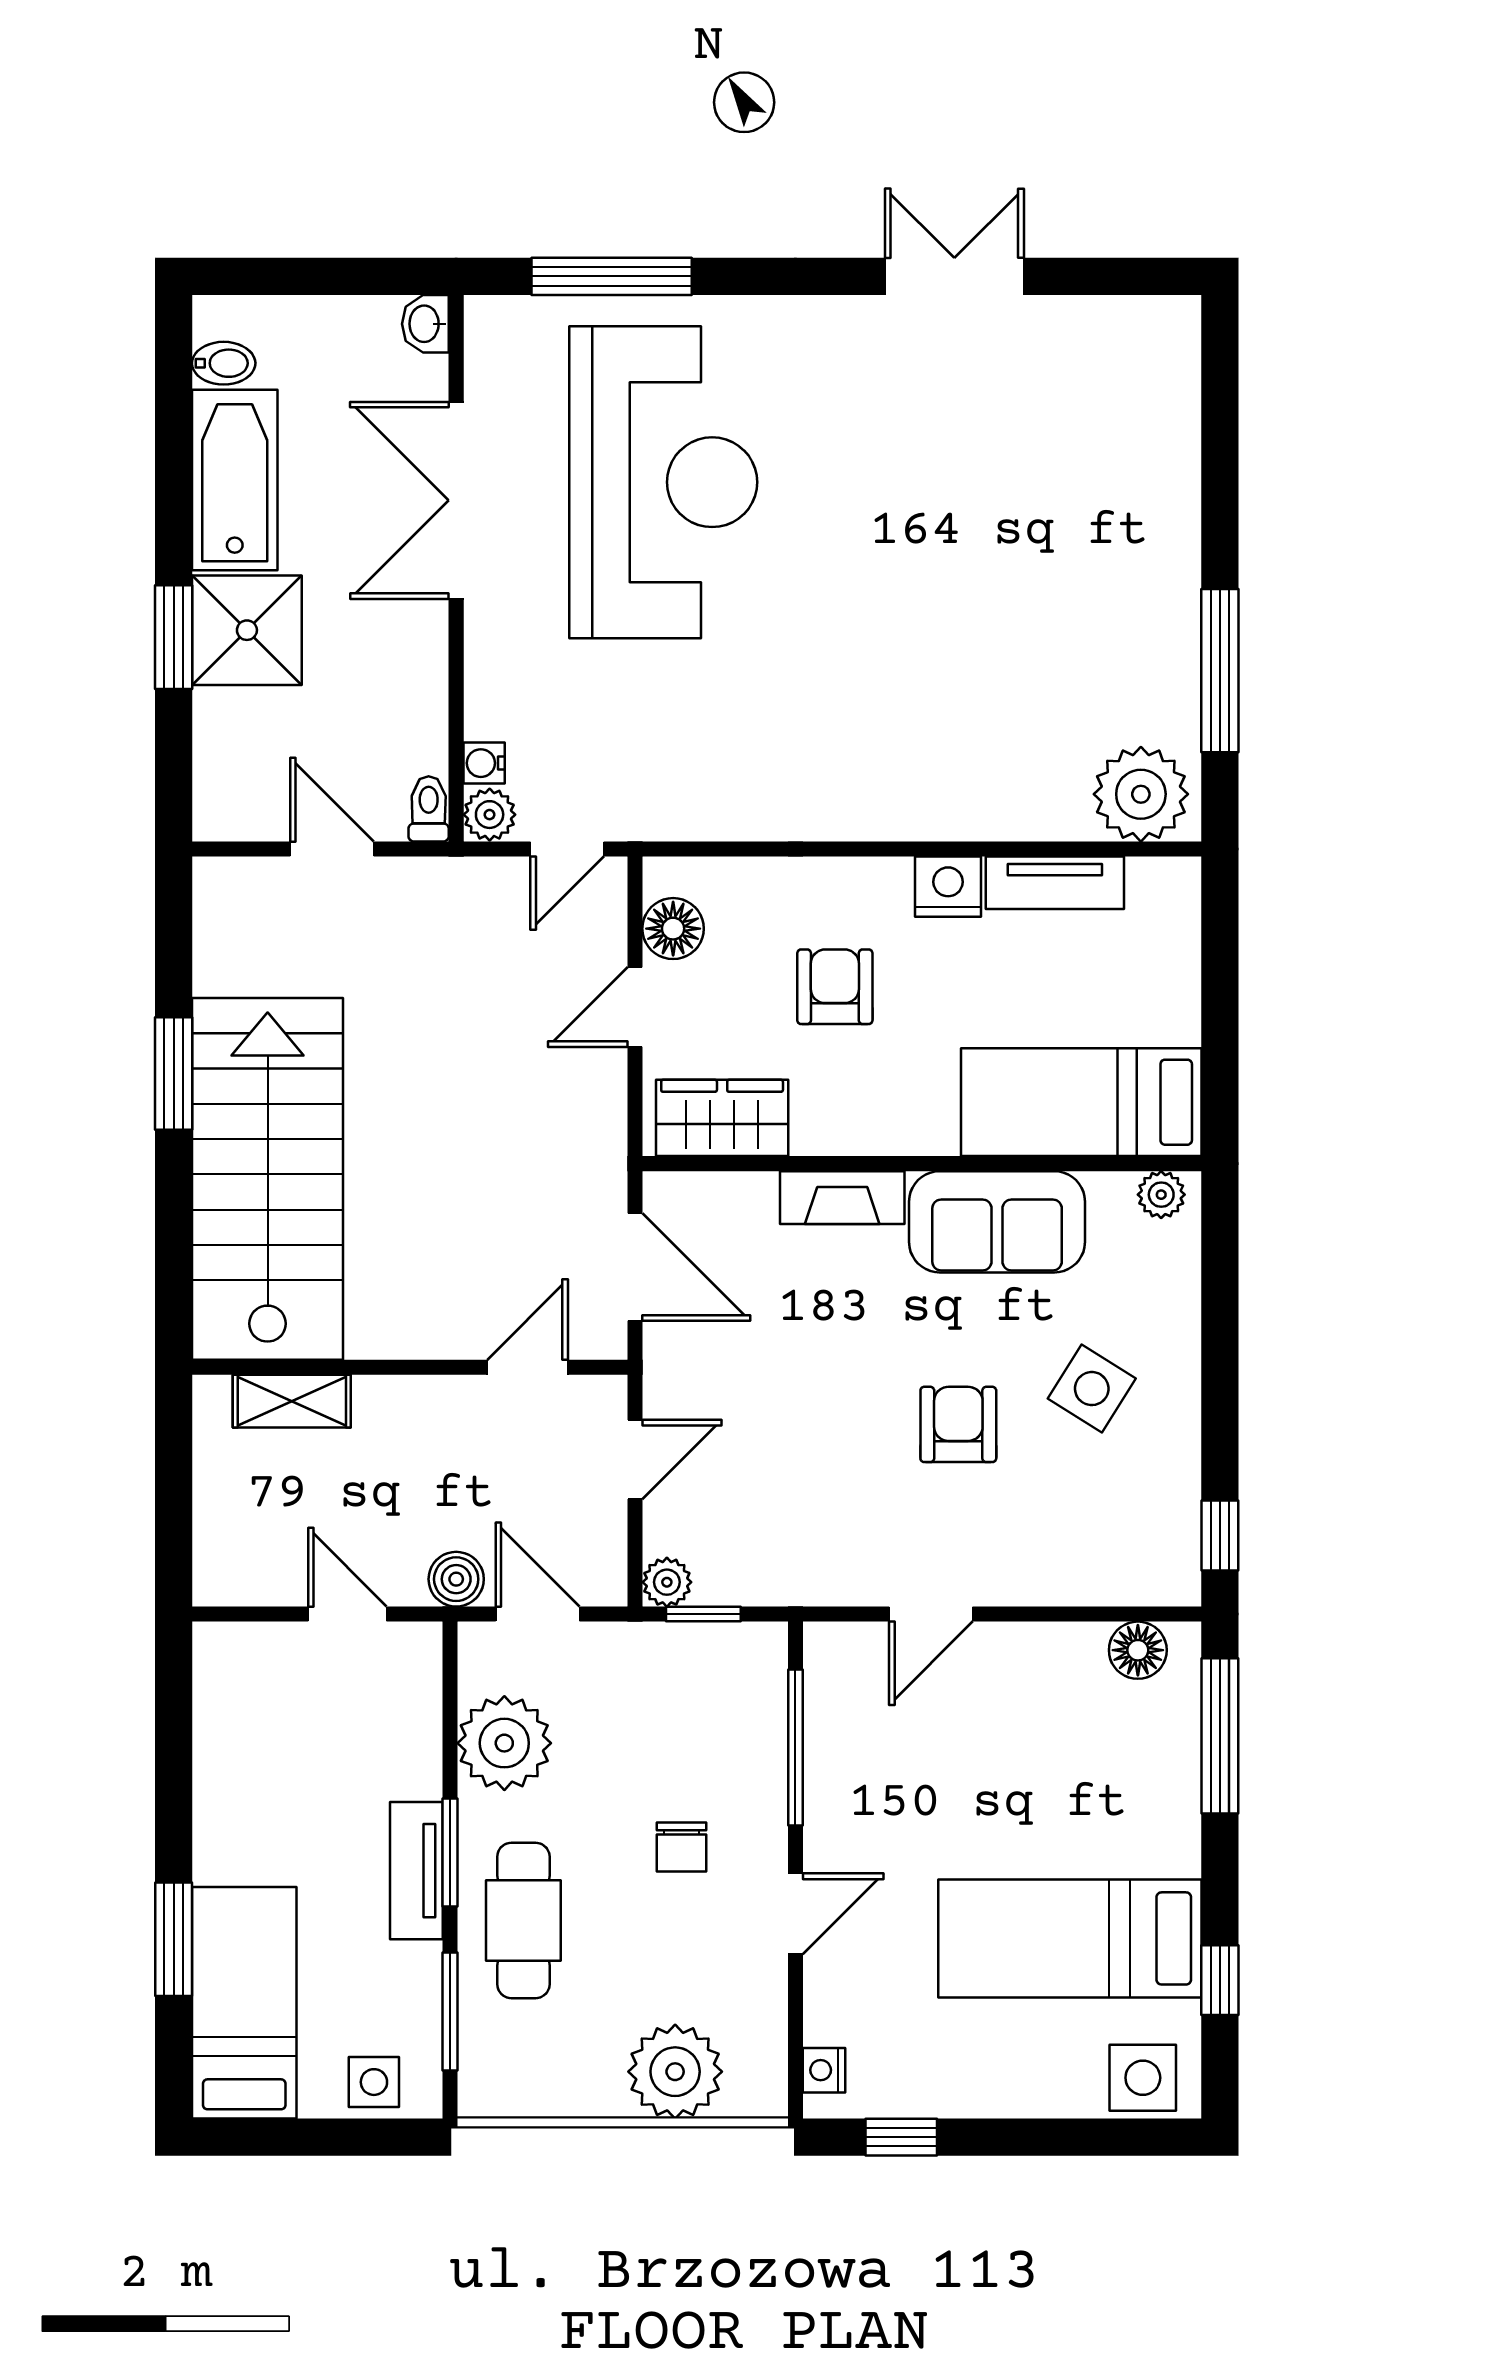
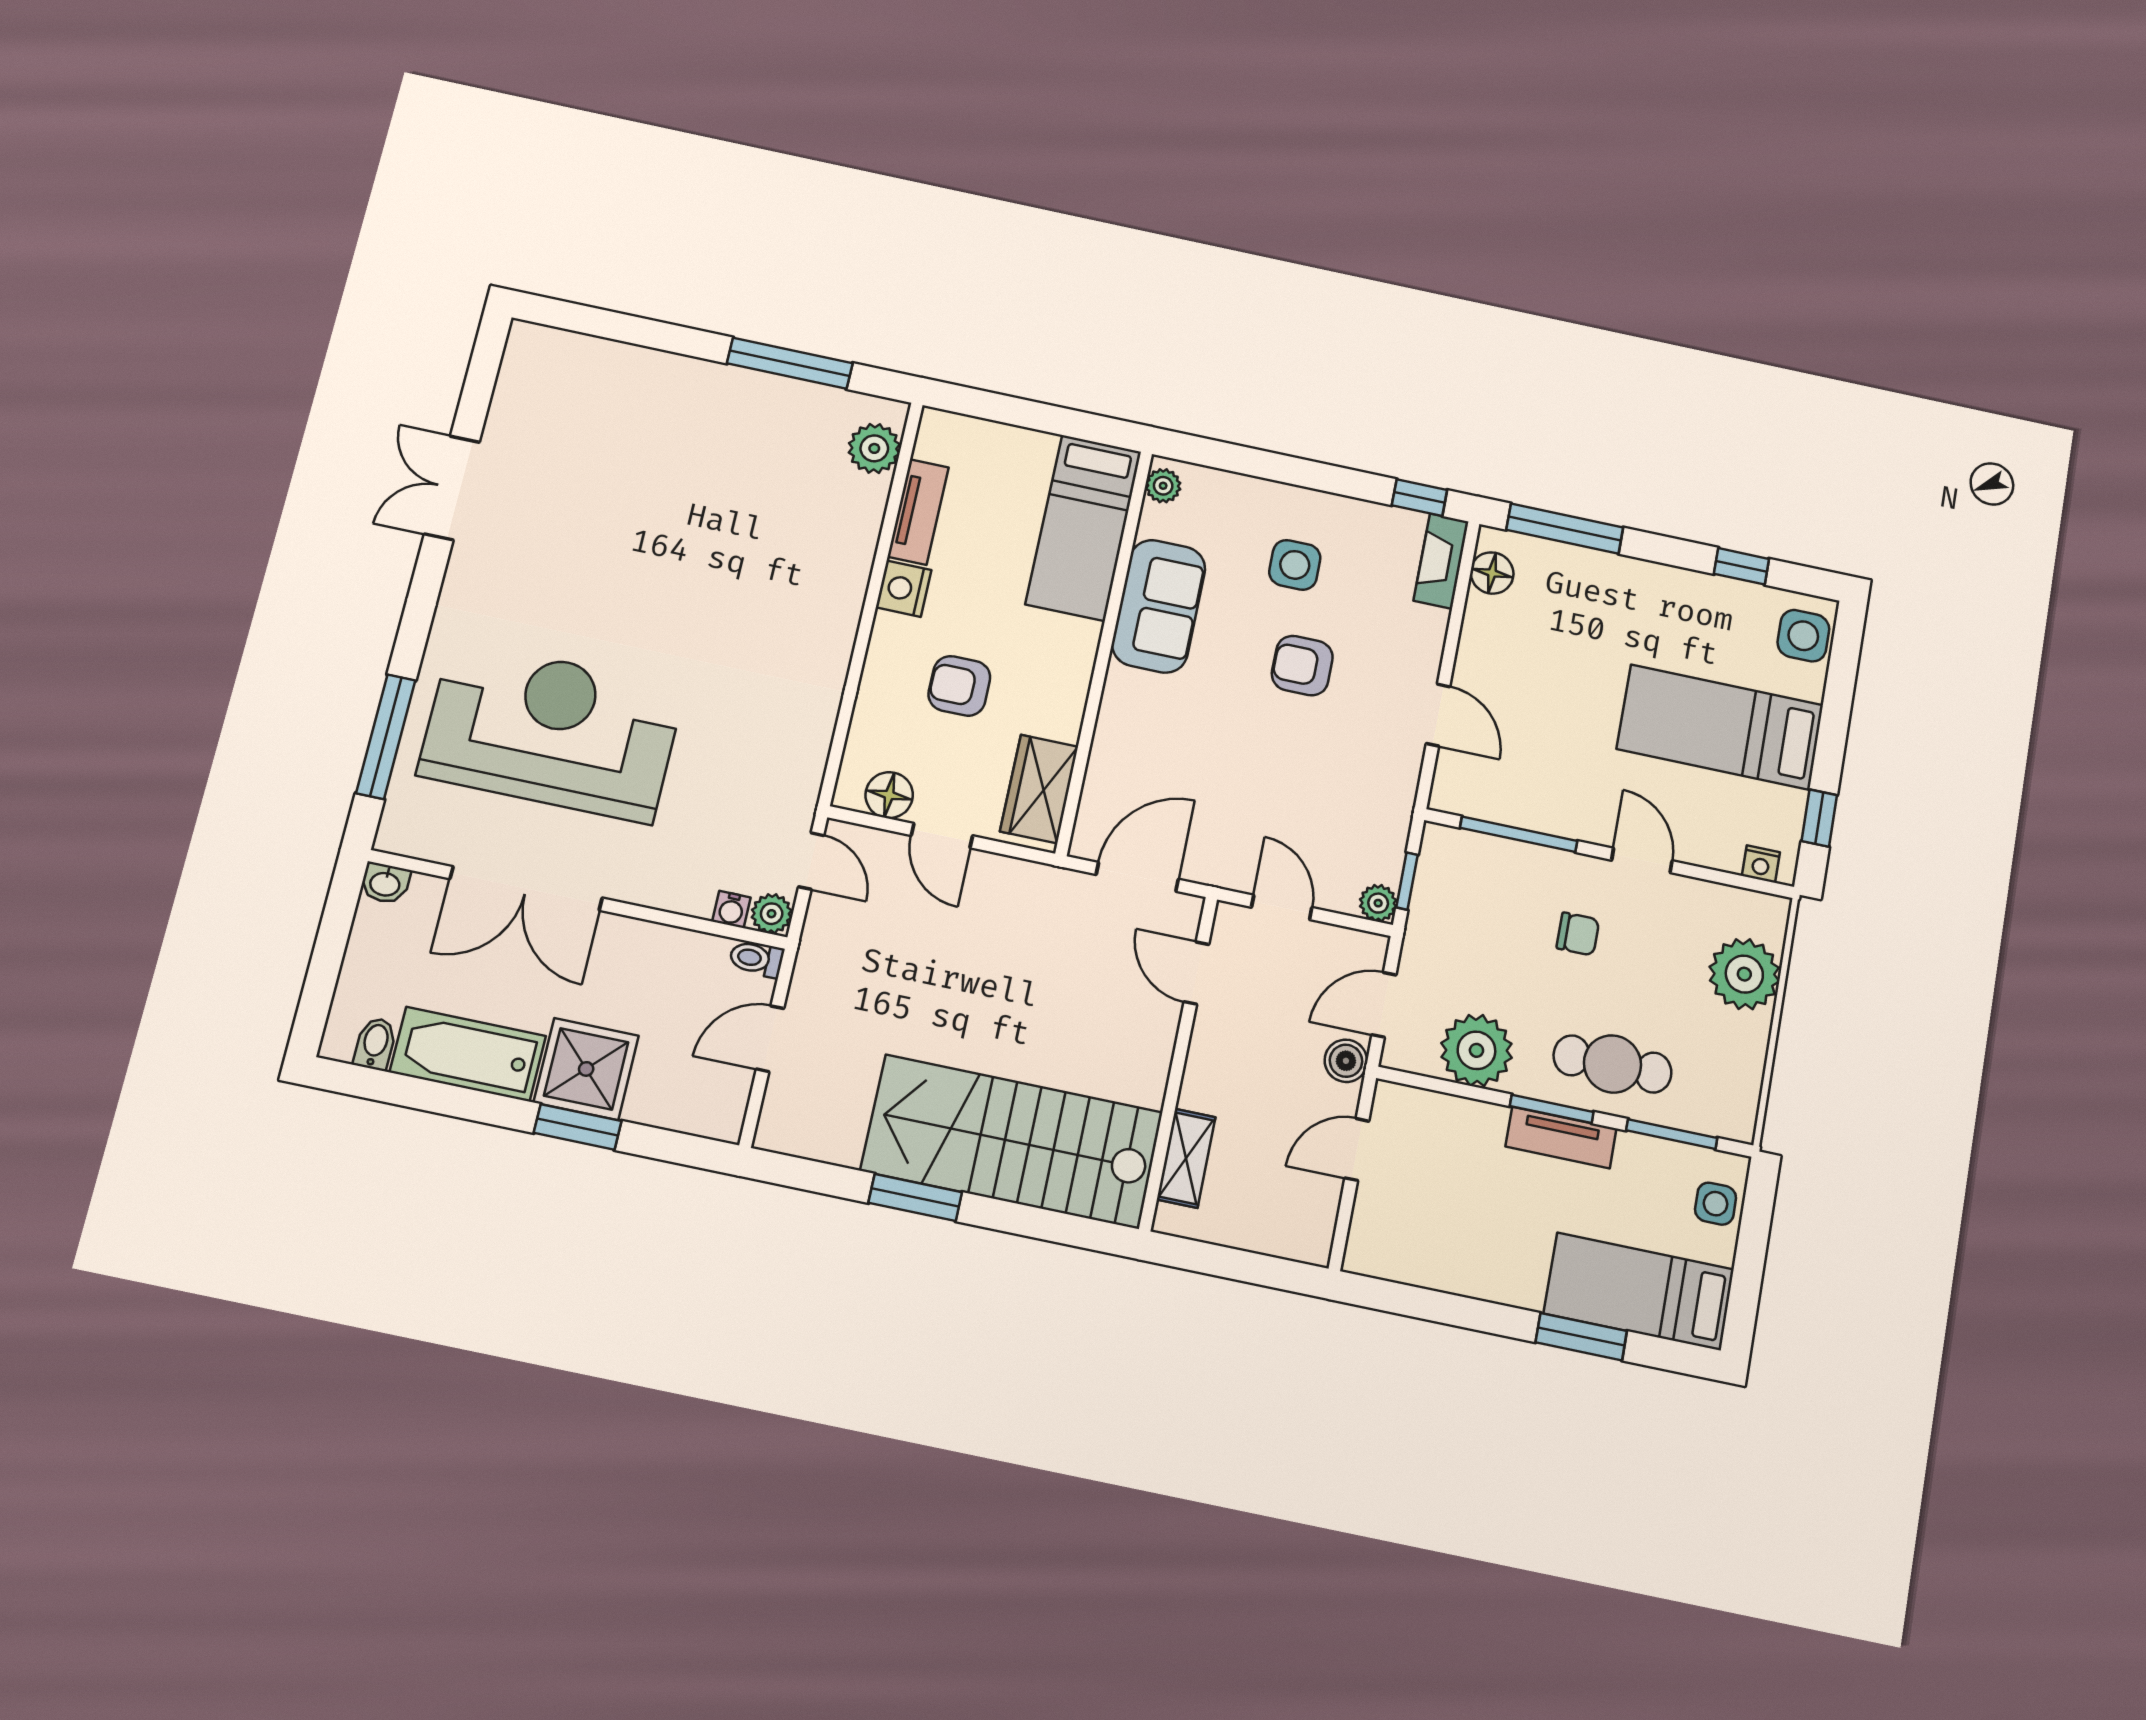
plant: (1141, 794) -> (874, 448), width x0.73, depth x0.73
fireplace: (842, 1198) -> (1441, 561), moved, turned 180
side table: (1092, 1389) -> (1295, 565), turned -32
bed: (1070, 1938) -> (1720, 727), moved, turned 90

